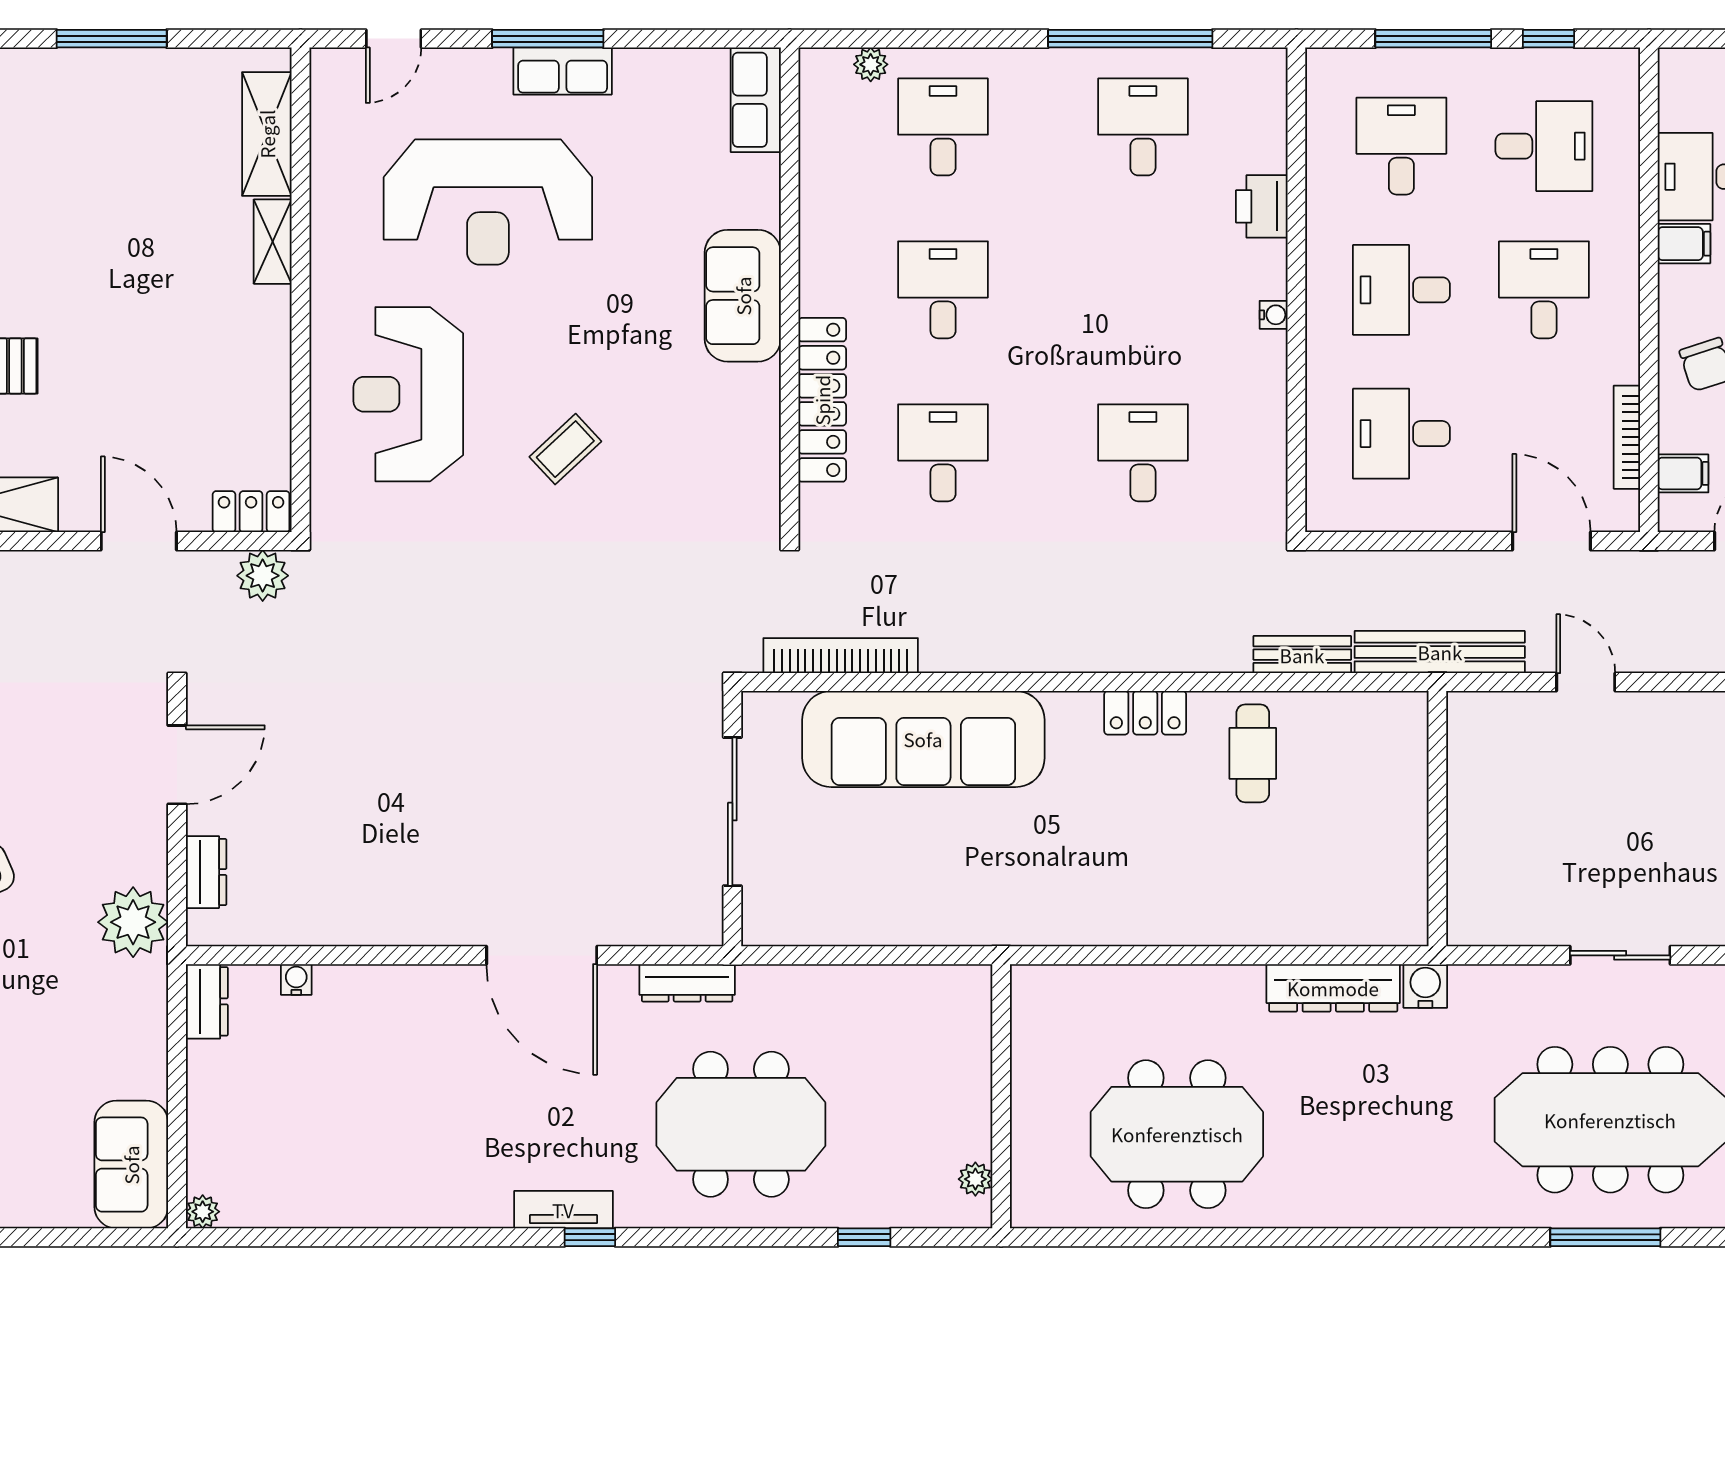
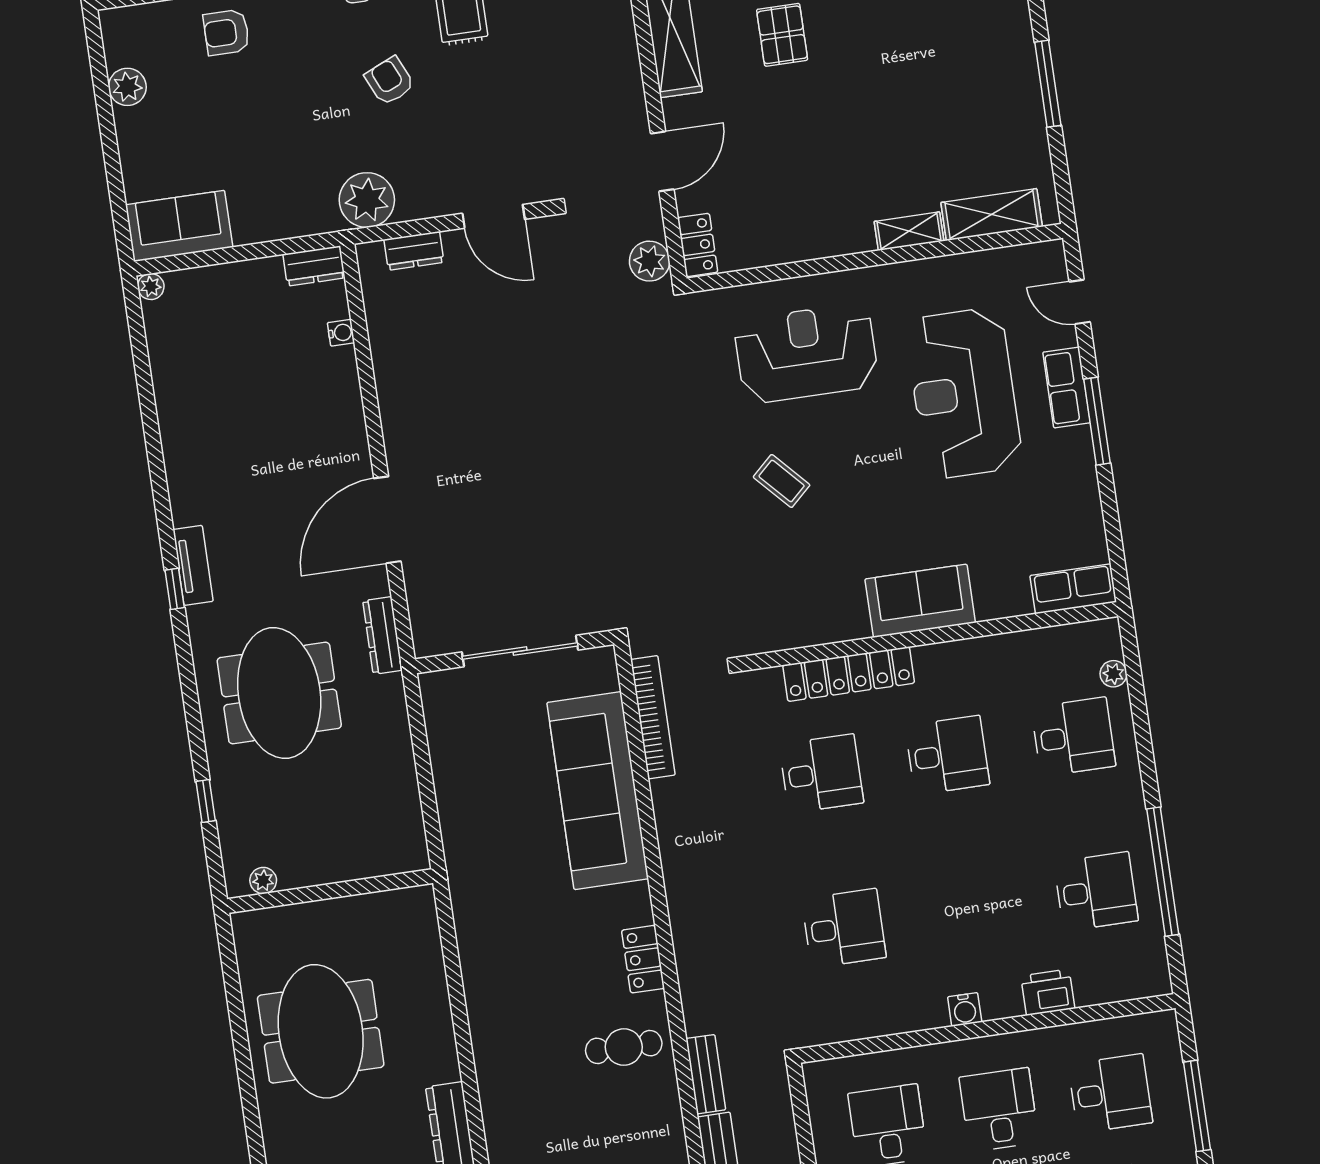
row of seats: (563, 71) -> (1067, 388), moved
water cooler: (1274, 315) -> (965, 1009), width x1.38, depth x1.38

